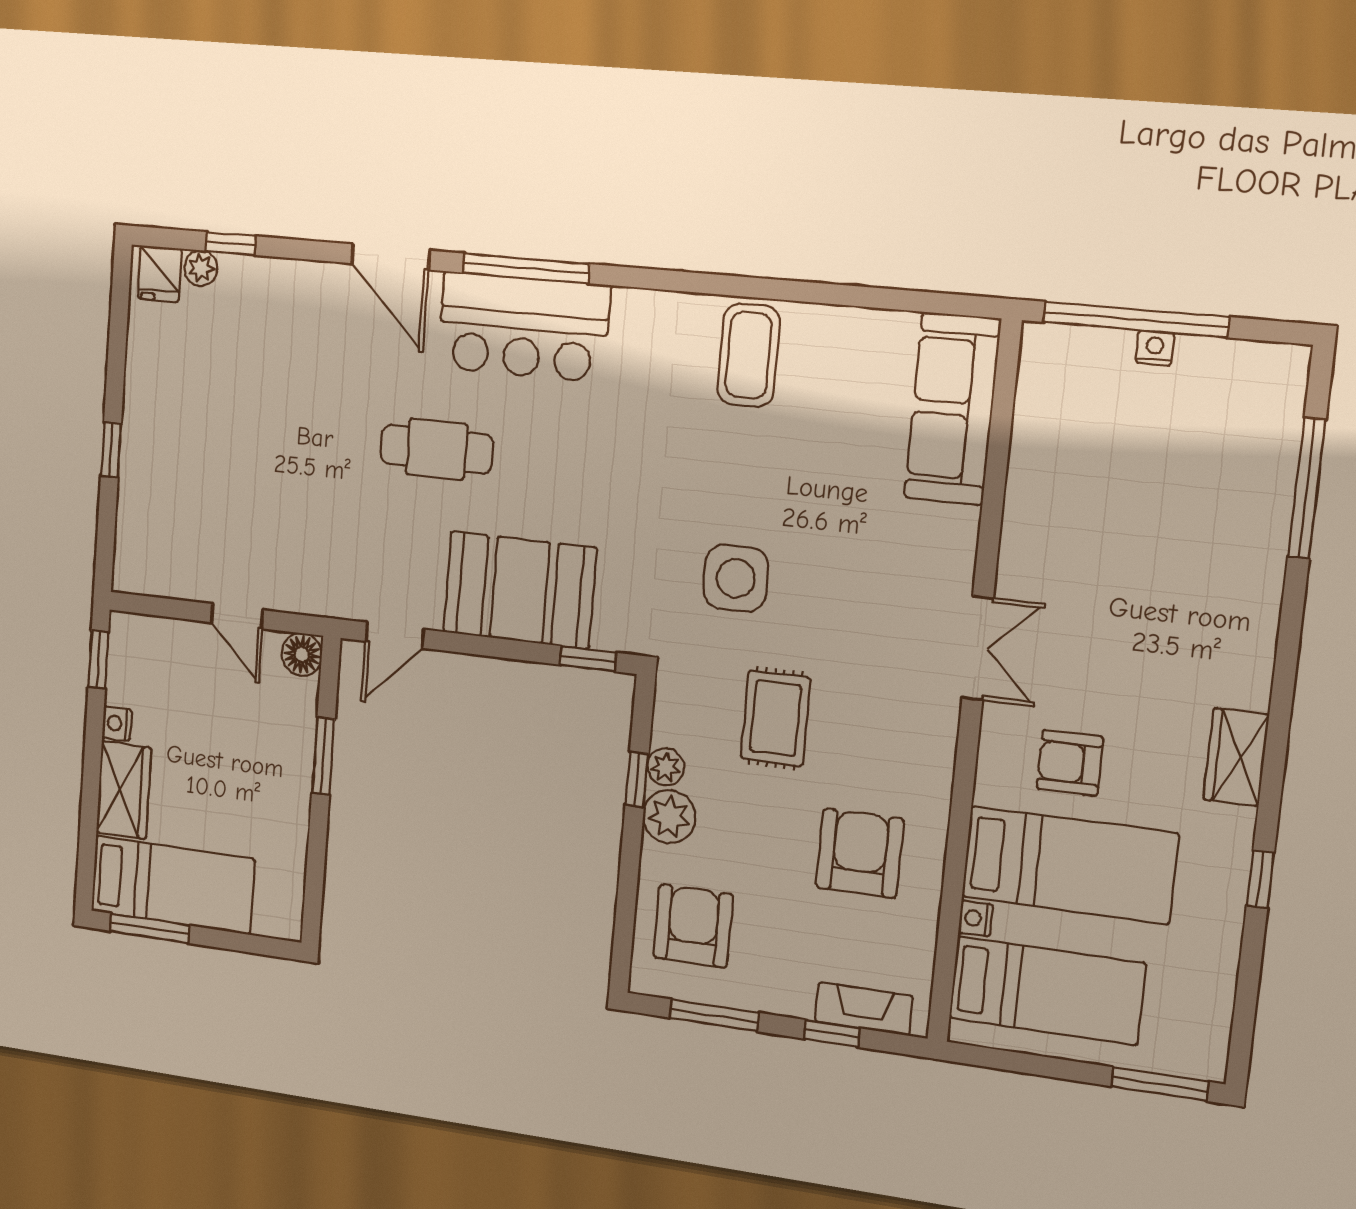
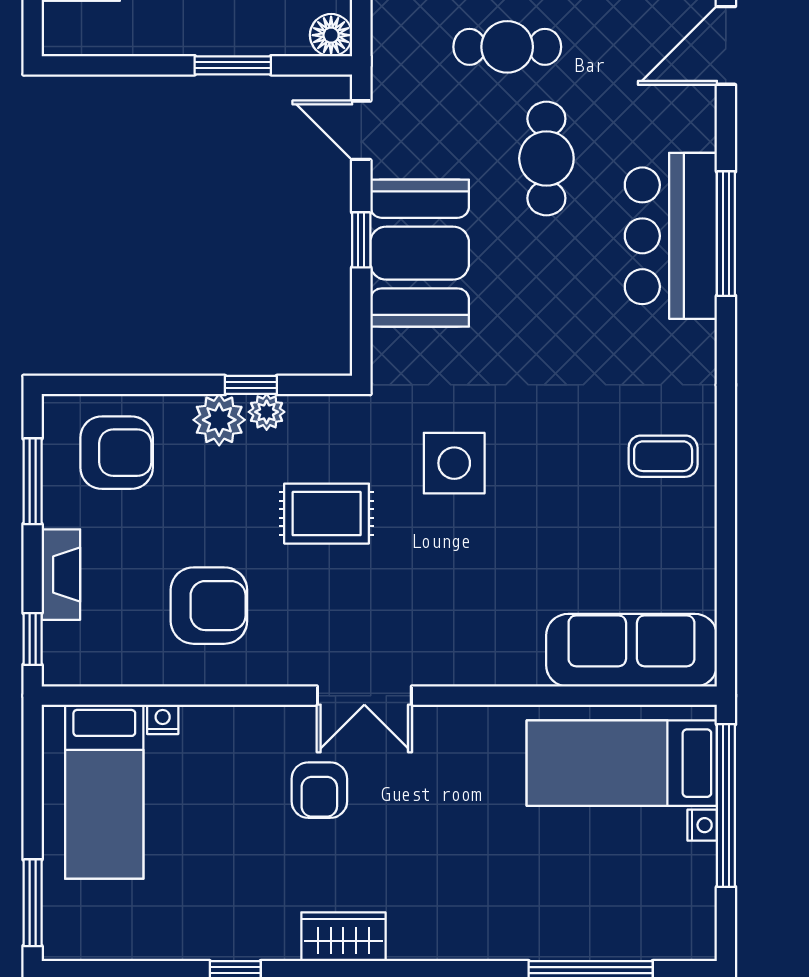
door: (391, 257) -> (726, 45), moved
coffee table: (749, 355) -> (663, 456), width x0.73, depth x0.77
cafe table: (325, 478) -> (507, 47), added
double door: (978, 648) -> (364, 696), moved
window: (588, 659) -> (361, 240), moved
armchair: (1070, 763) -> (319, 790), turned 180
bed: (1069, 865) -> (622, 763), moved, turned 90
fireplace: (864, 1009) -> (61, 575), moved
window: (832, 1033) -> (33, 639), moved

